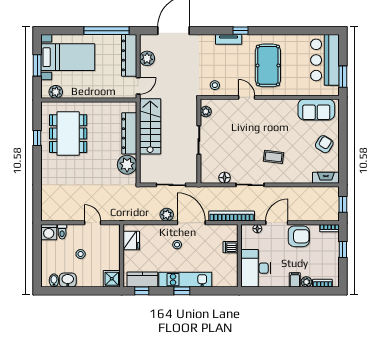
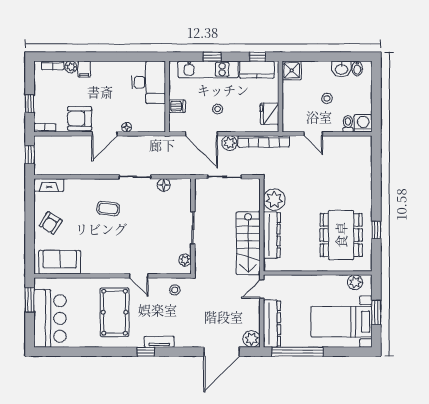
plant: (147, 58) -> (252, 339), moved
bookcase: (232, 216) -> (264, 141), moved
dishwasher: (230, 247) -> (177, 106), moved
wall: (239, 256) -> (167, 97), moved
desk: (256, 268) -> (149, 82), moved

